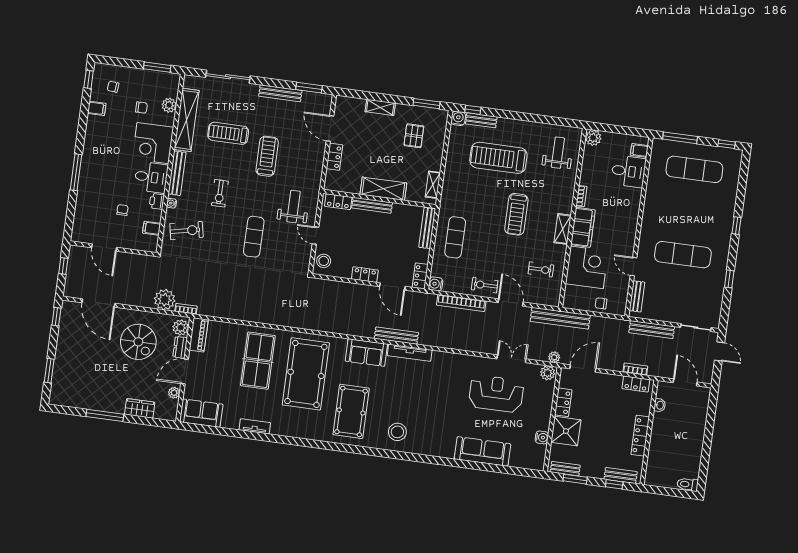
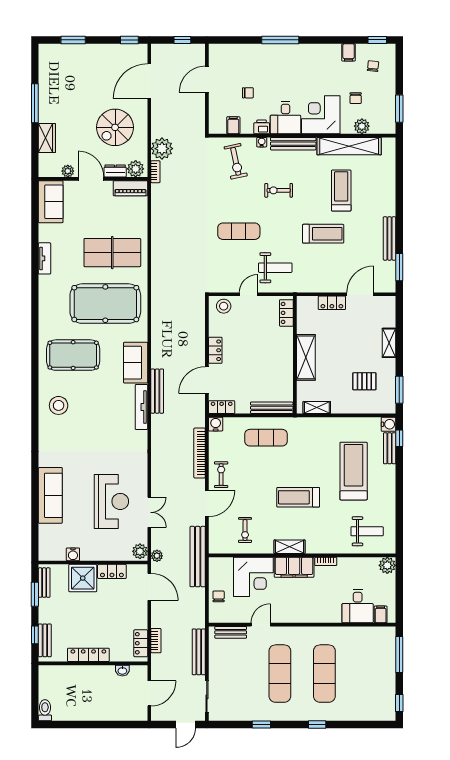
sliding door: (228, 77) -> (399, 183), removed
exercise mat: (694, 169) -> (324, 674), moved
bench: (372, 205) -> (287, 348), removed

